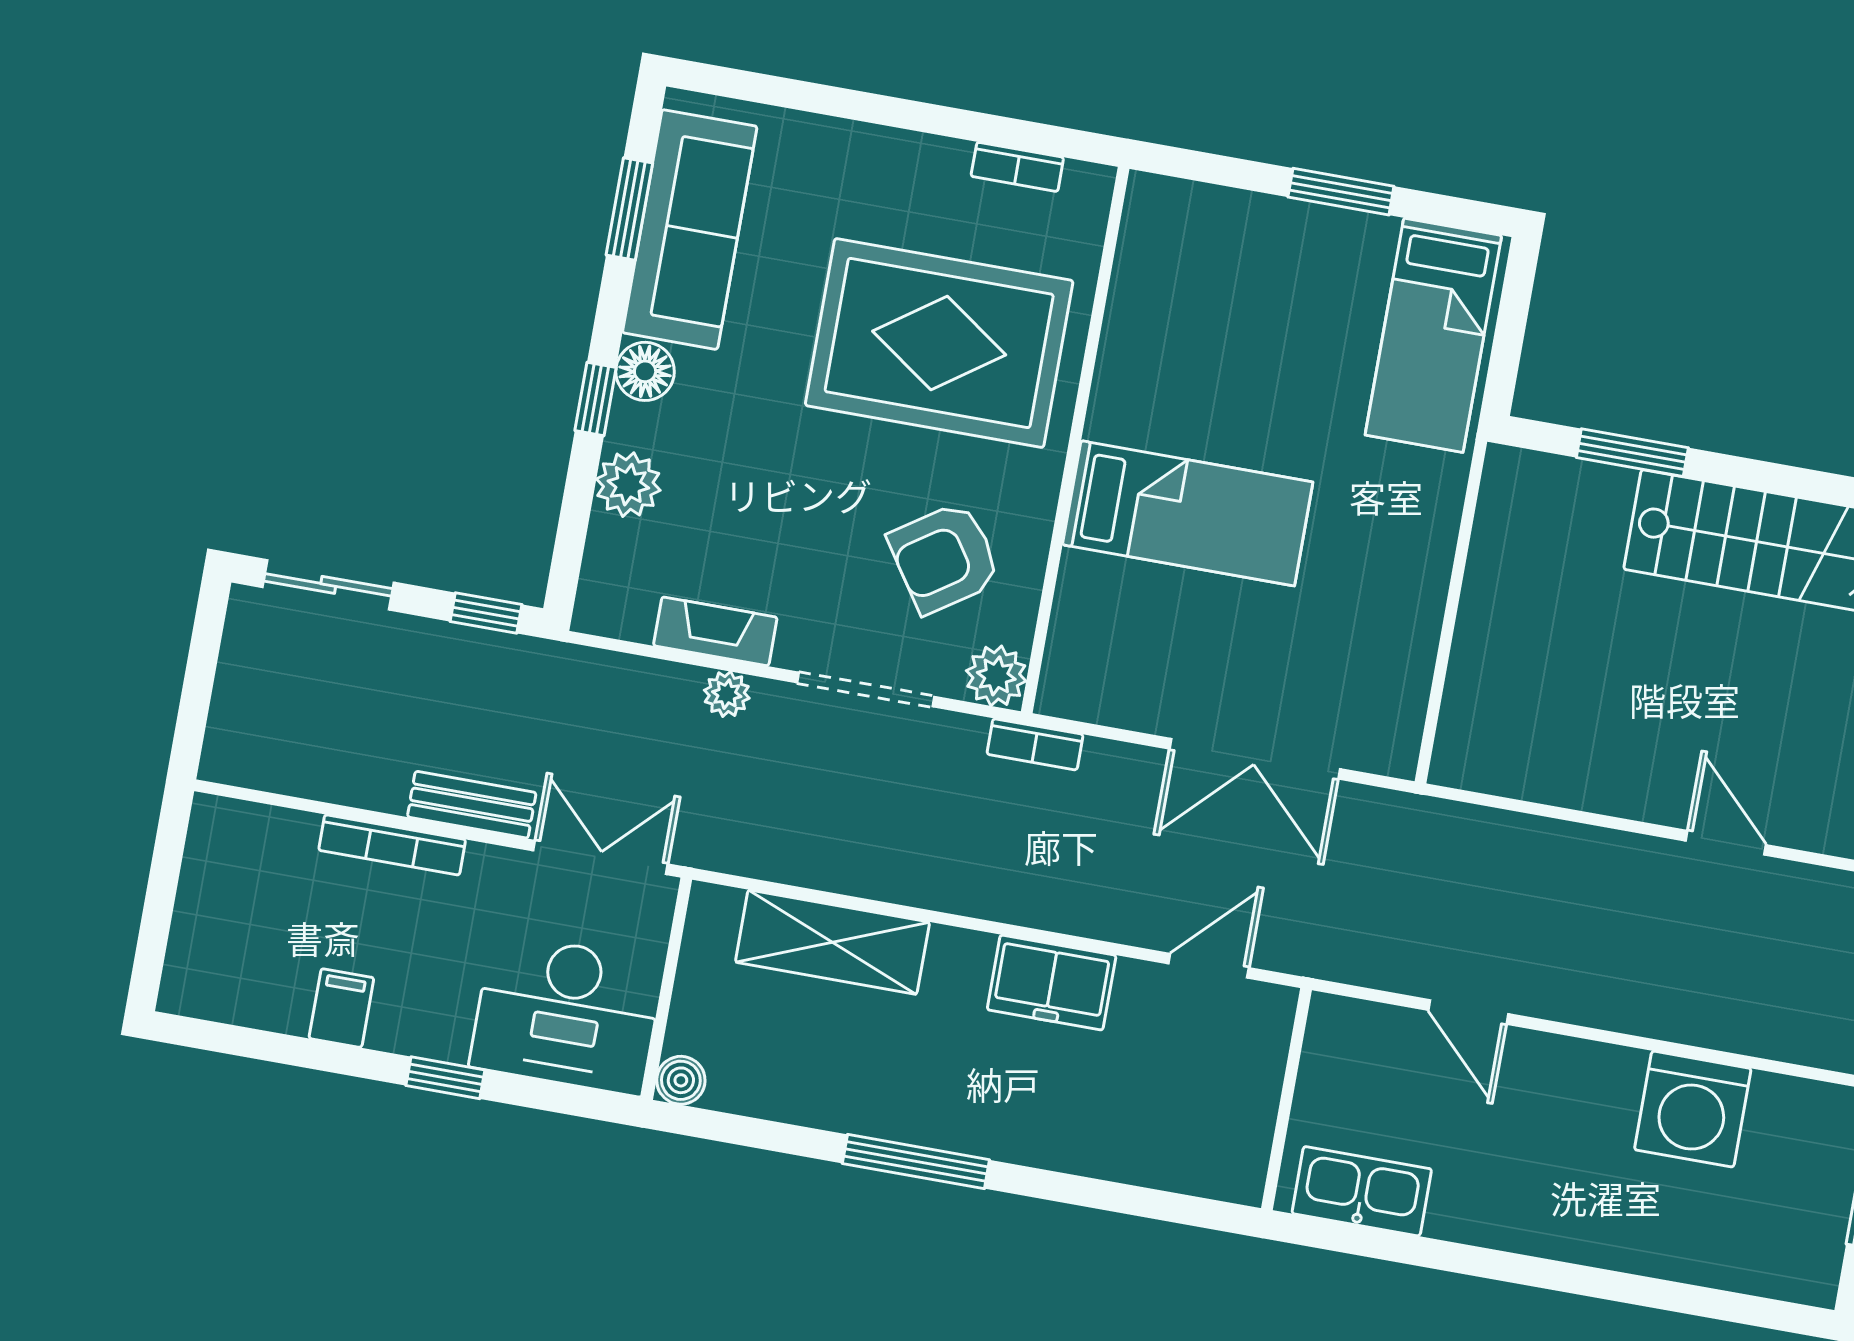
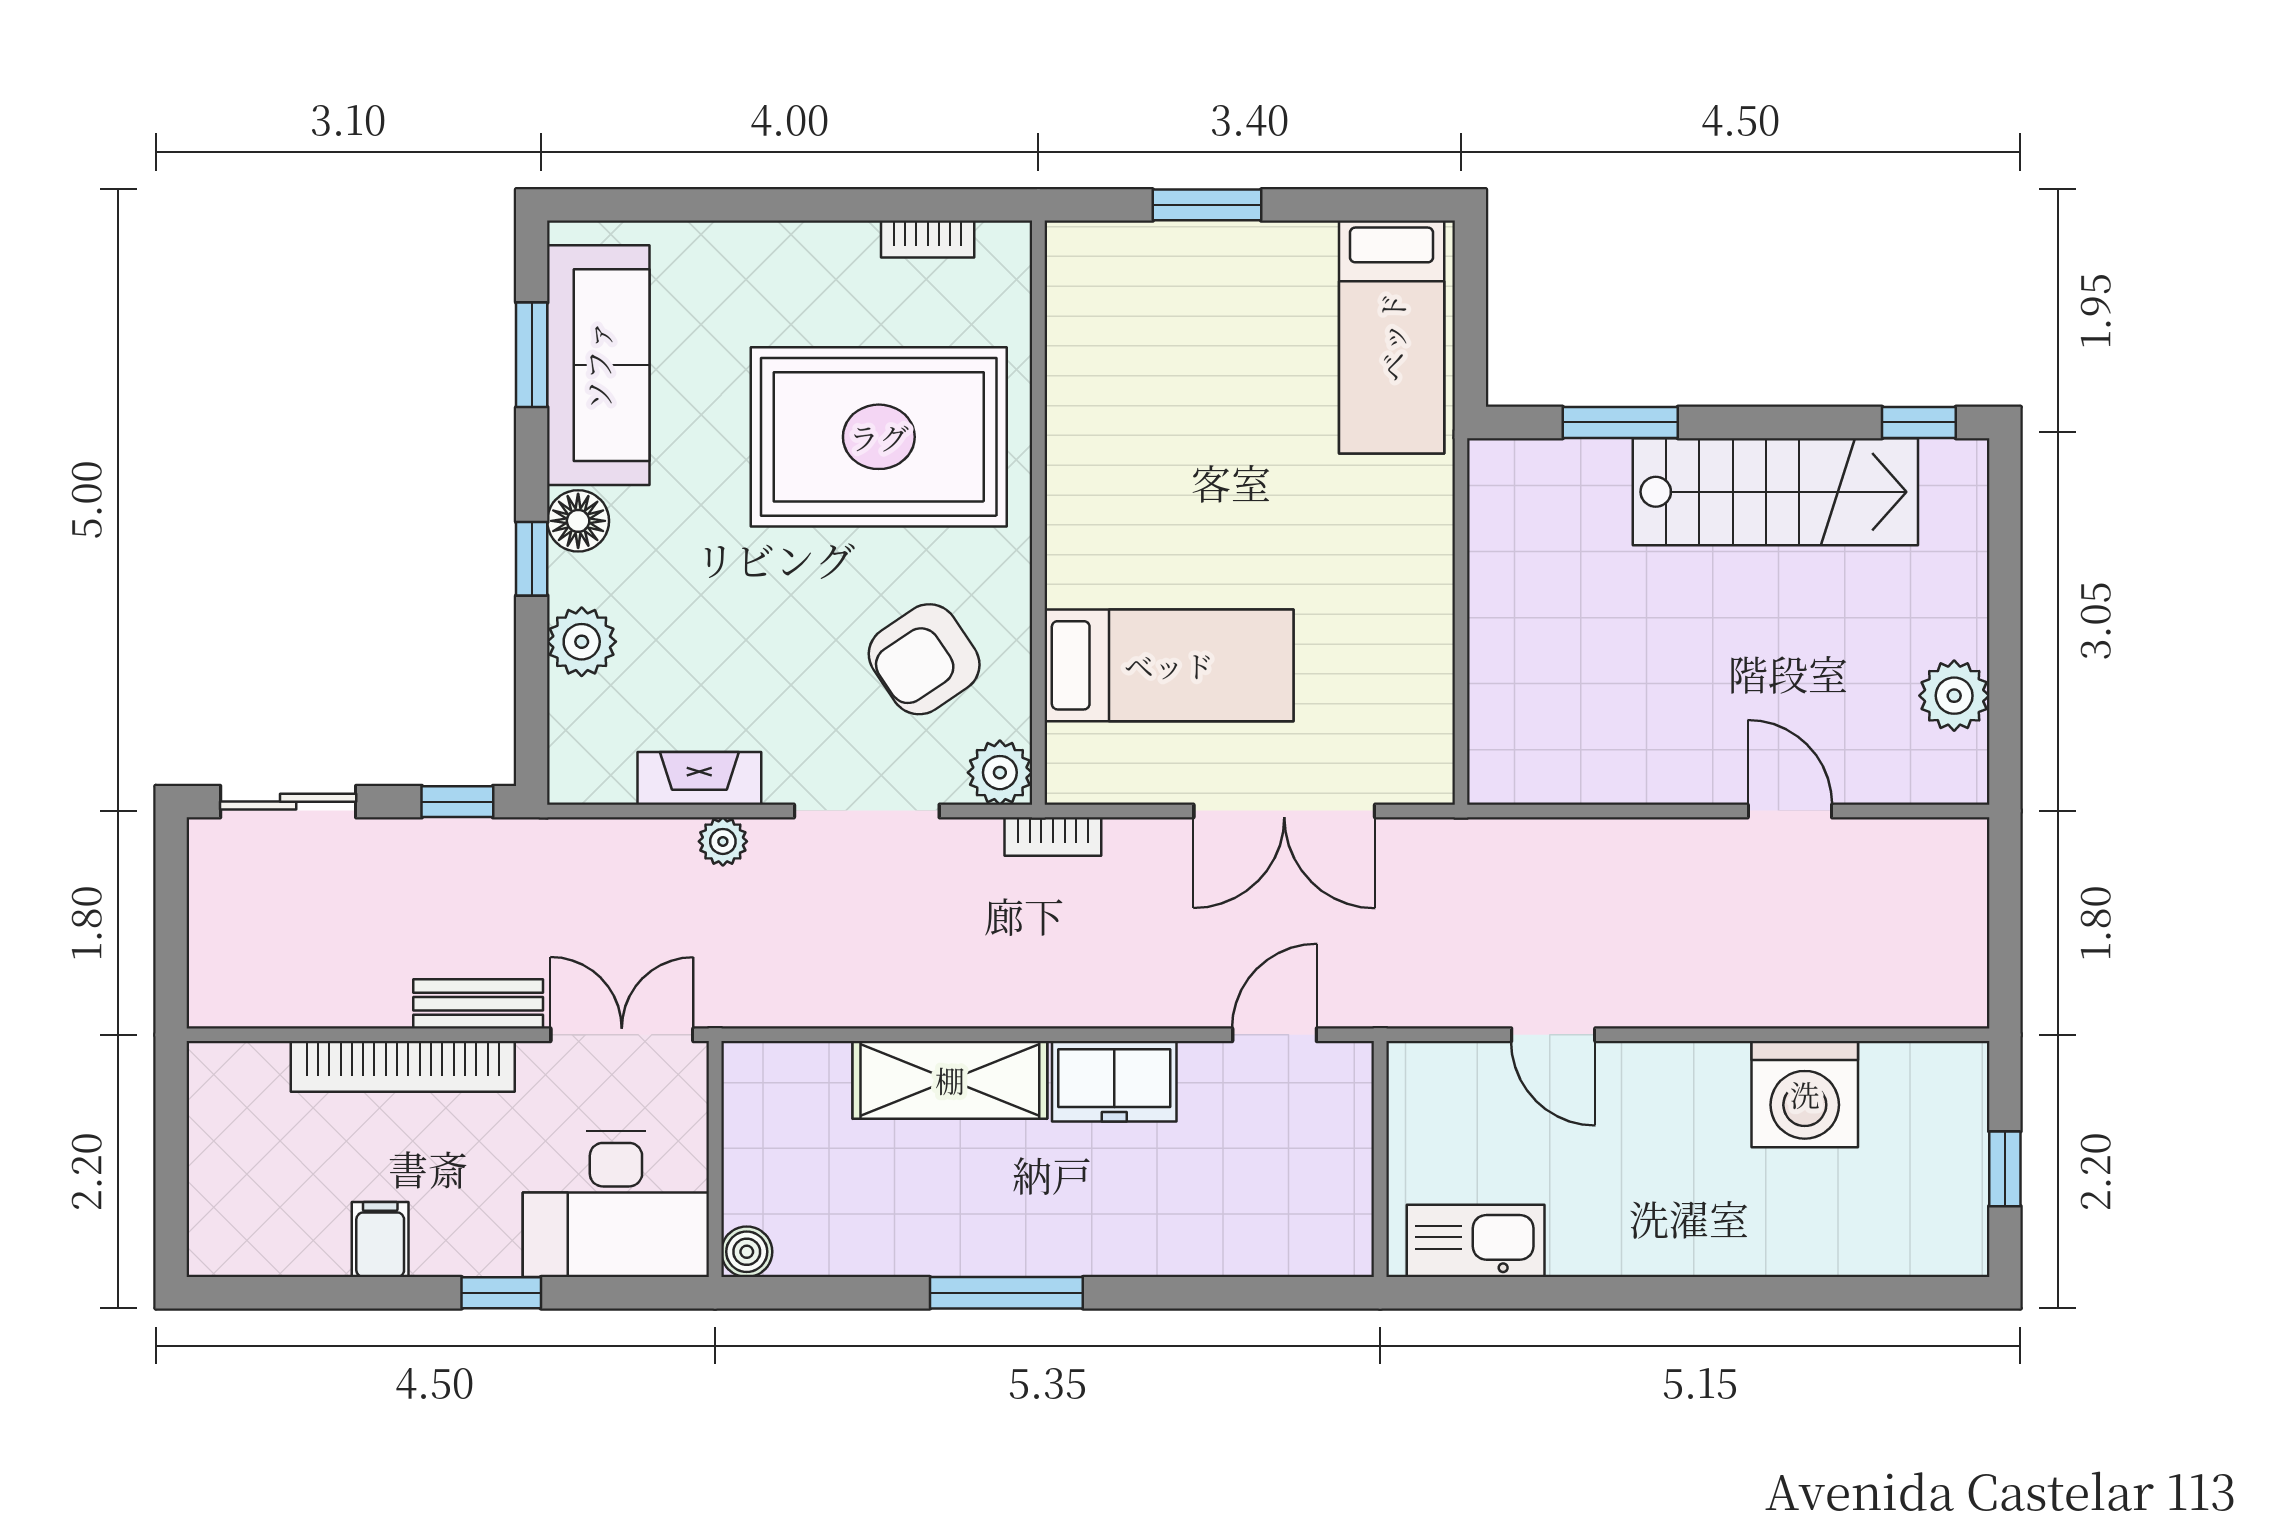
window: (1341, 192) -> (1207, 205), moved
bed: (1188, 513) -> (1169, 665), moved
bookcase: (392, 845) -> (403, 1066), width x1.48, depth x1.31
shelving: (832, 942) -> (950, 1080), moved

